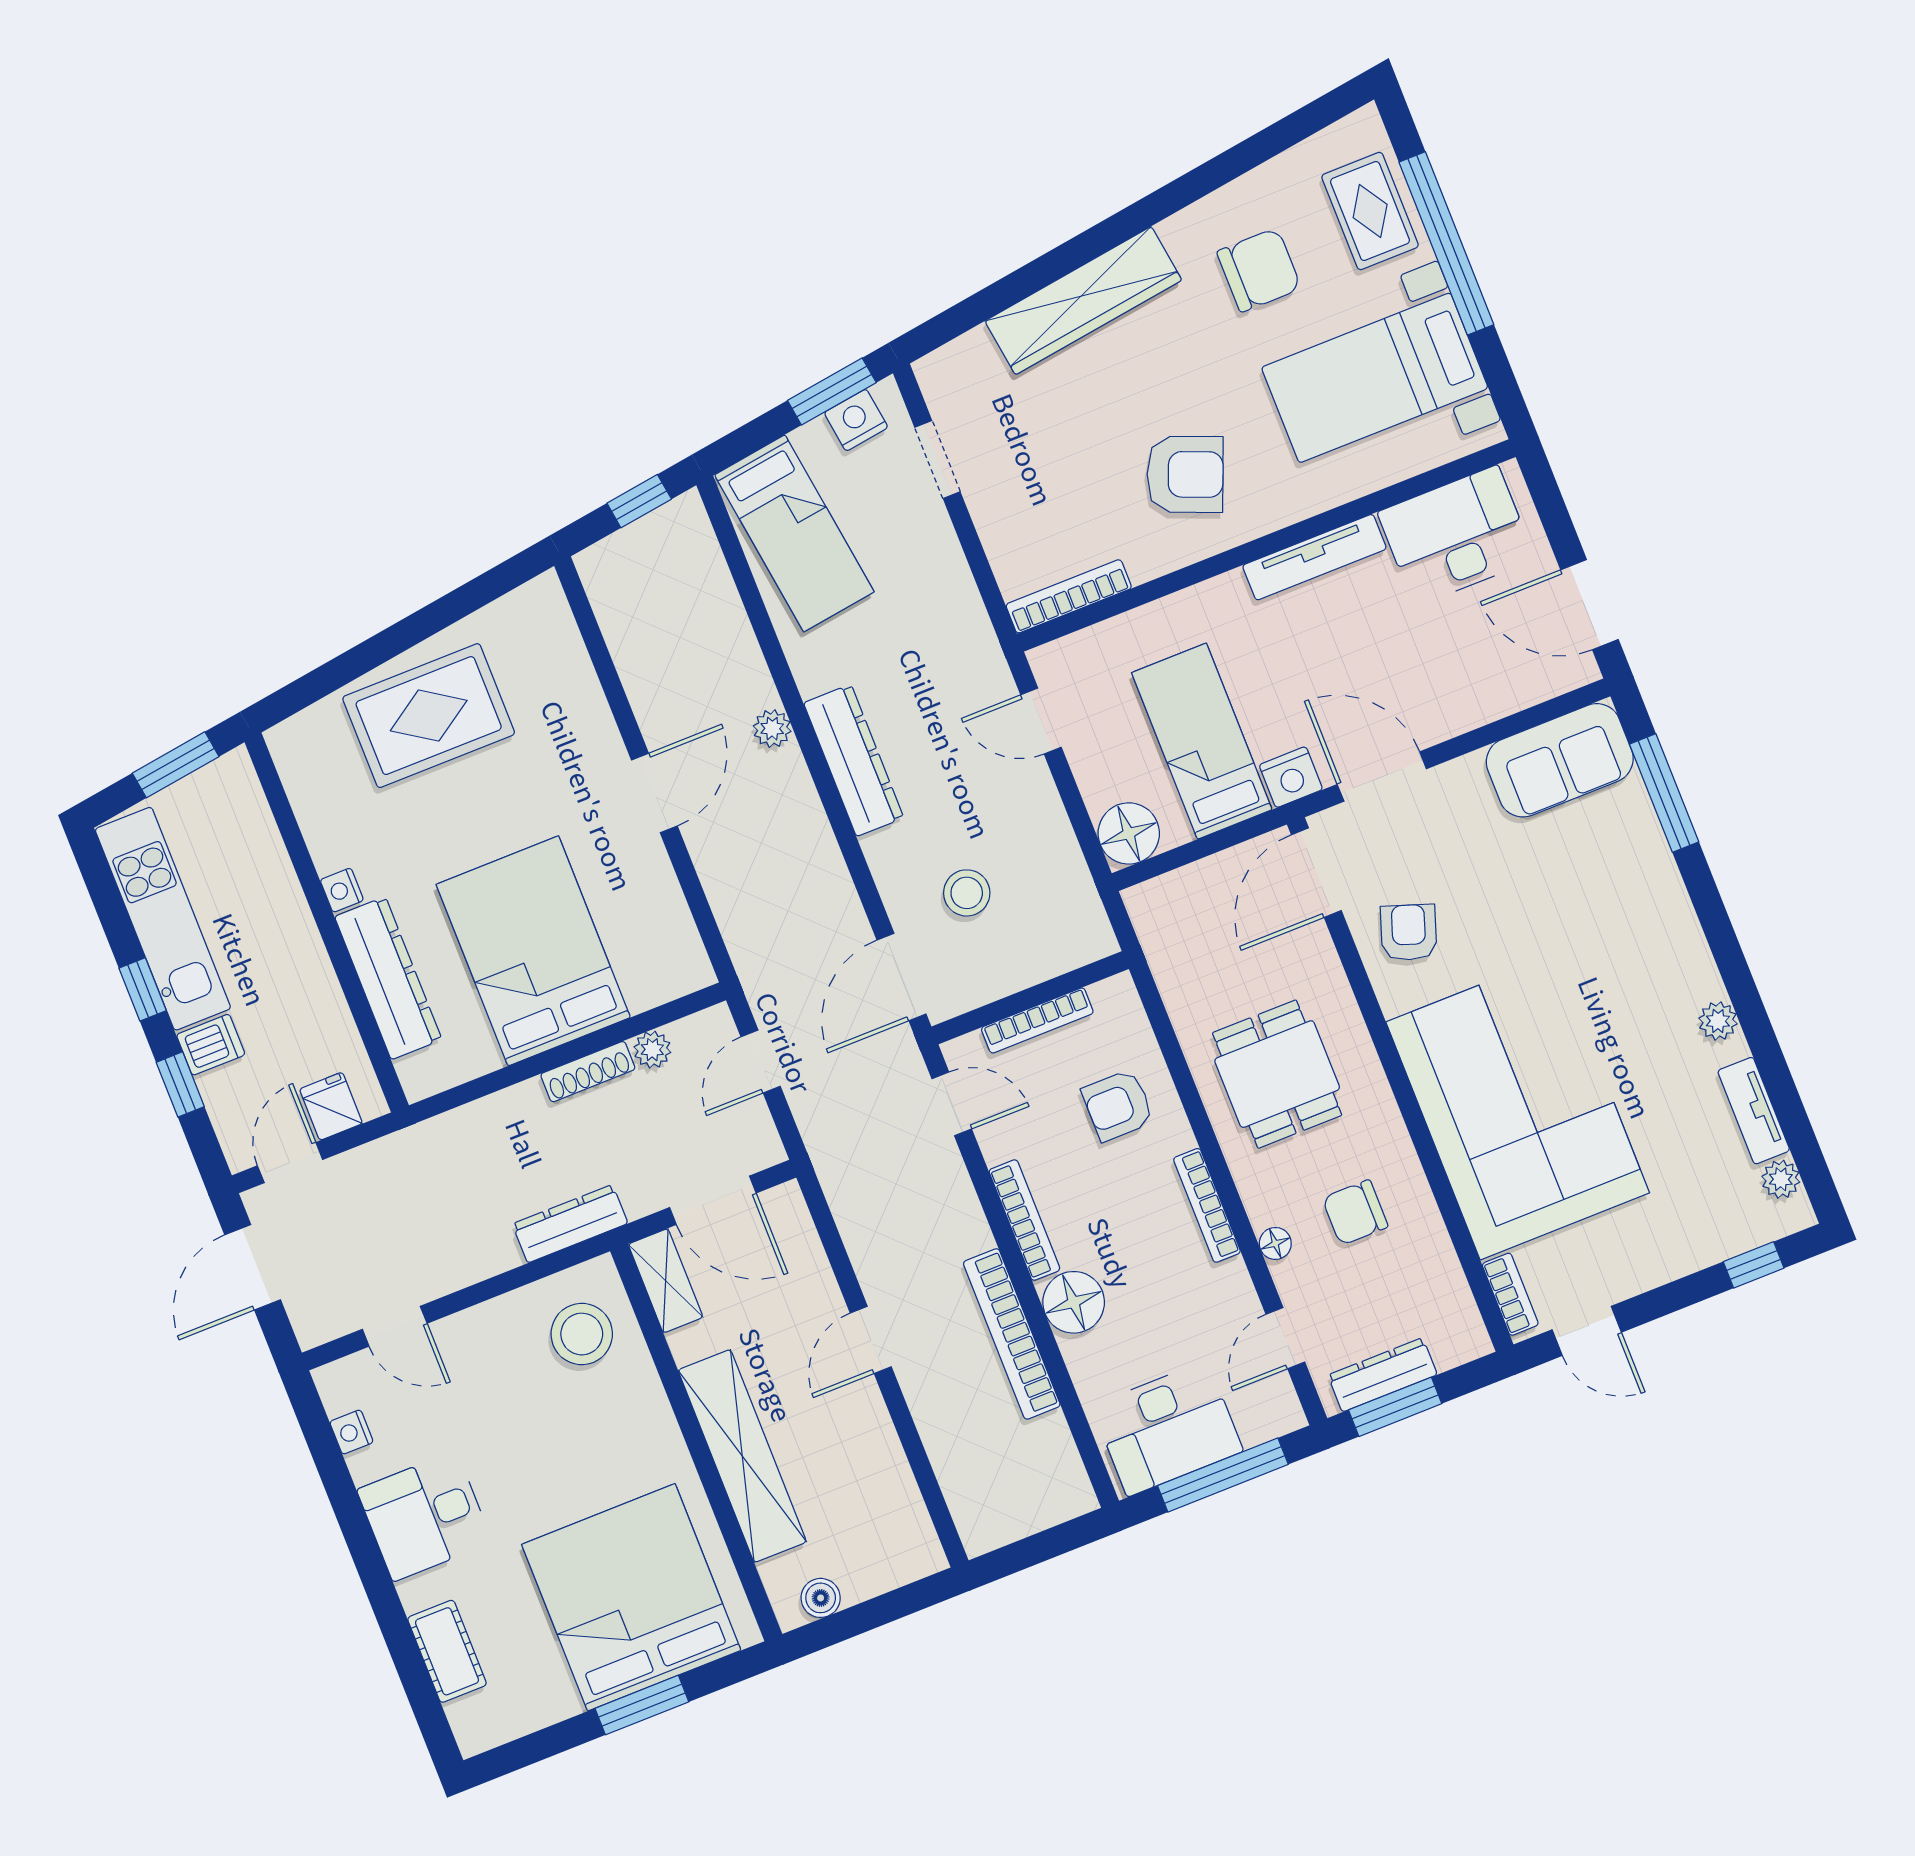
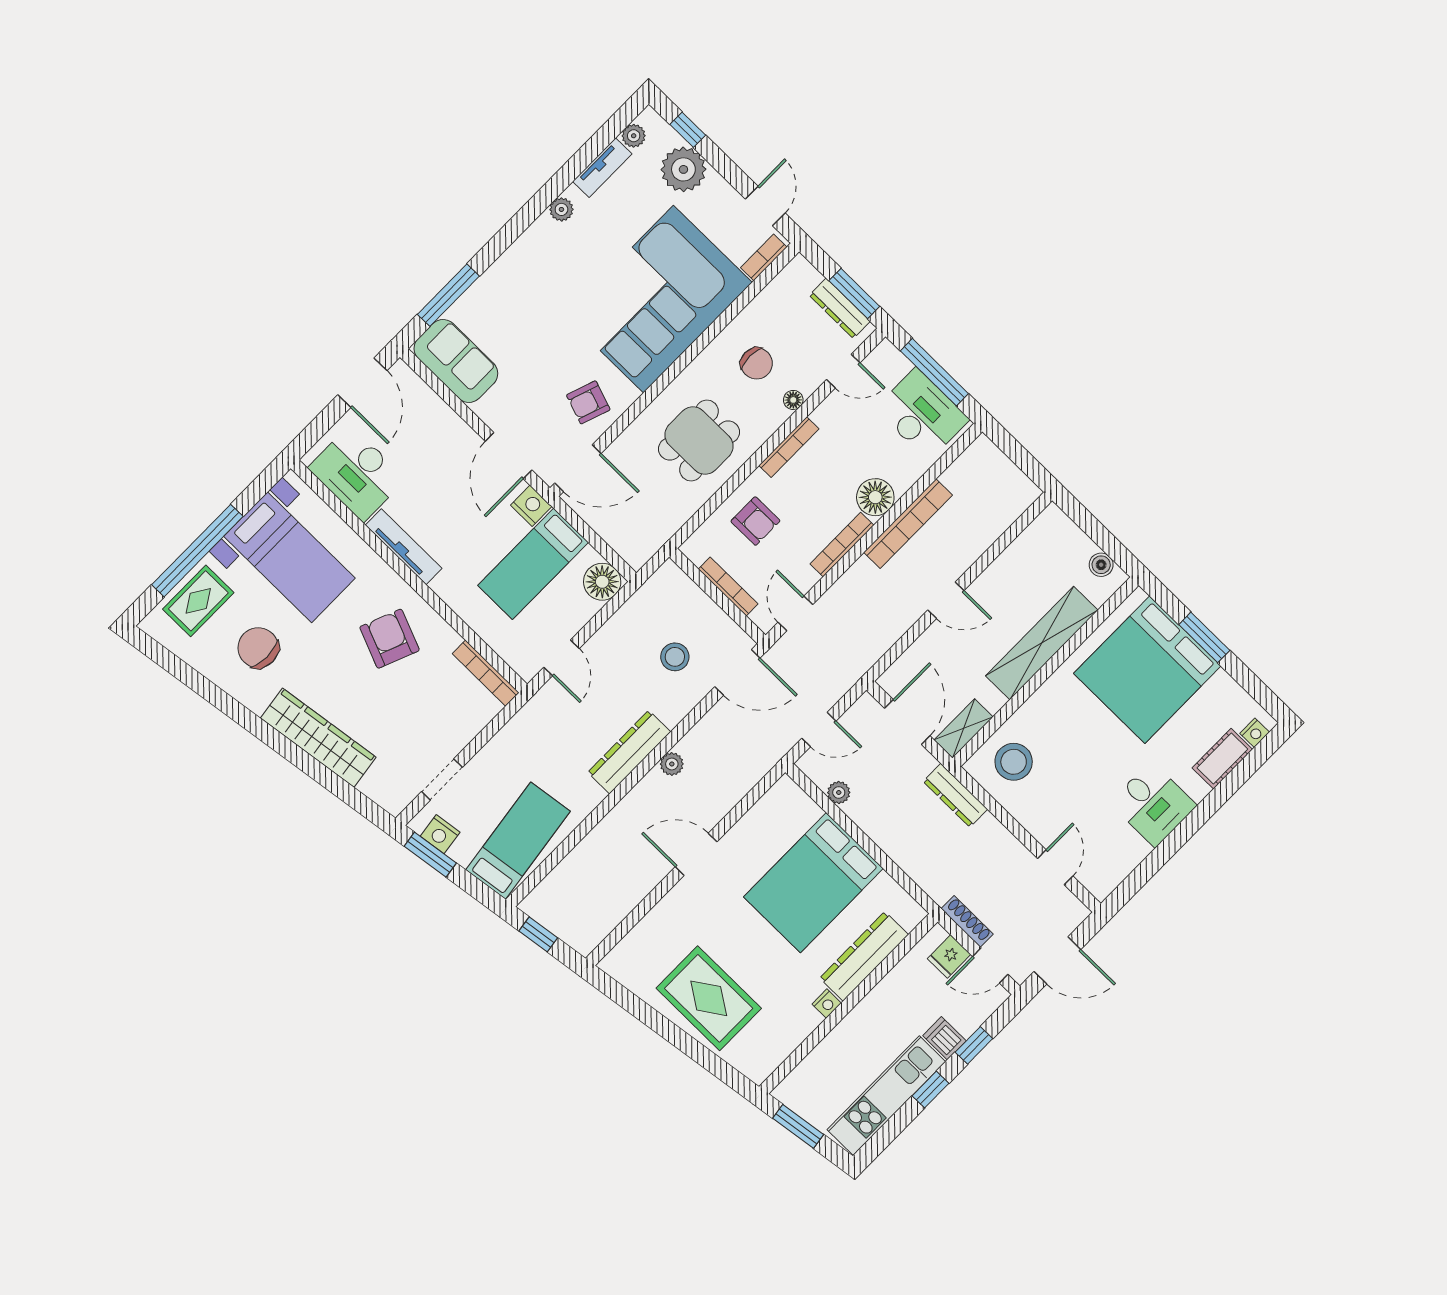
plant: (772, 729) -> (672, 764), moved
shoe rack: (588, 1072) -> (967, 921), moved
plant: (1697, 1232) -> (683, 169), added
nightstand: (351, 1432) -> (1255, 733), moved

